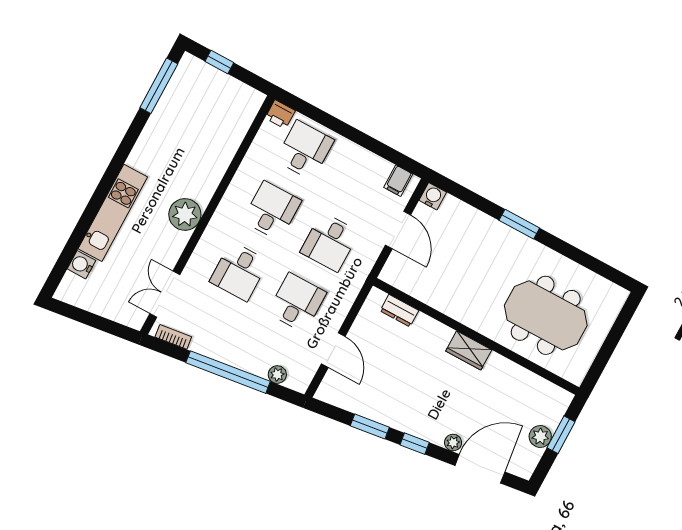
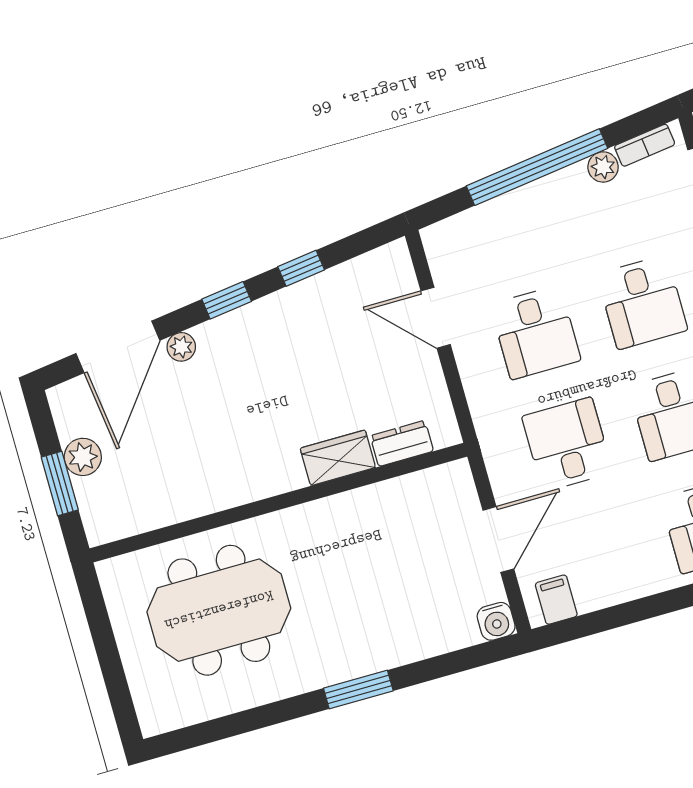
door: (398, 230) -> (498, 540), swing flipped
desk: (239, 271) -> (642, 302), turned 180
wardrobe: (469, 350) -> (338, 458), moved
plant: (277, 375) -> (603, 167), moved
window: (370, 426) -> (301, 268), width x0.67

